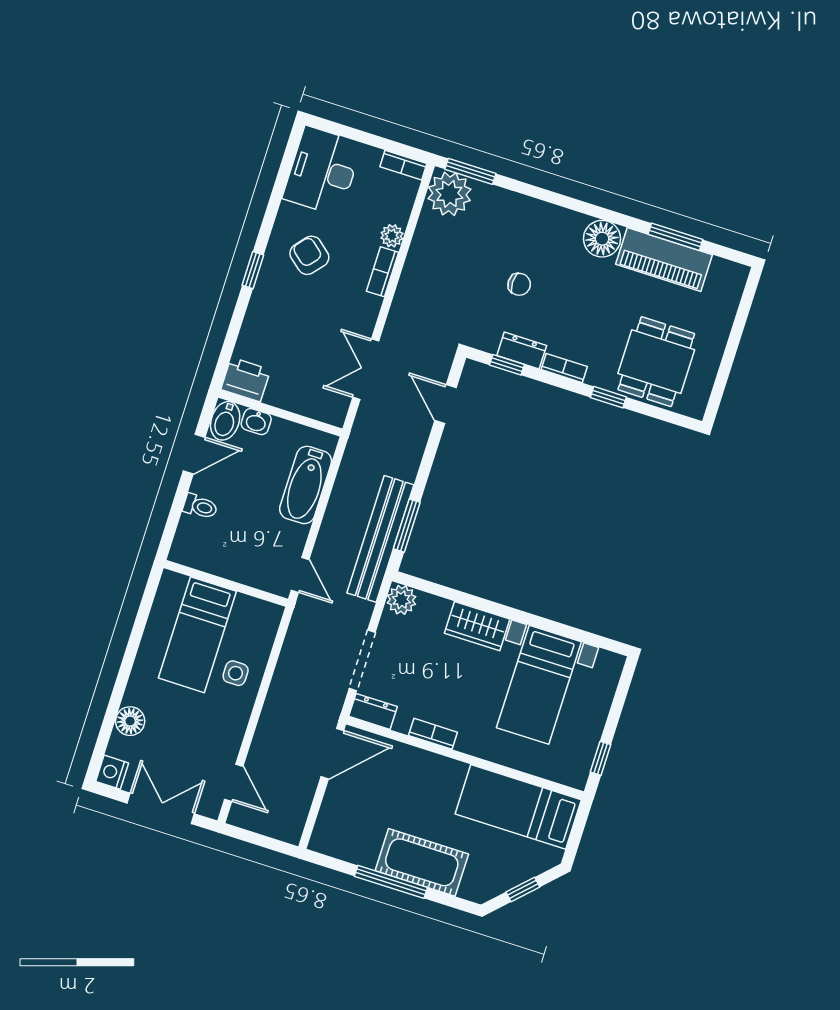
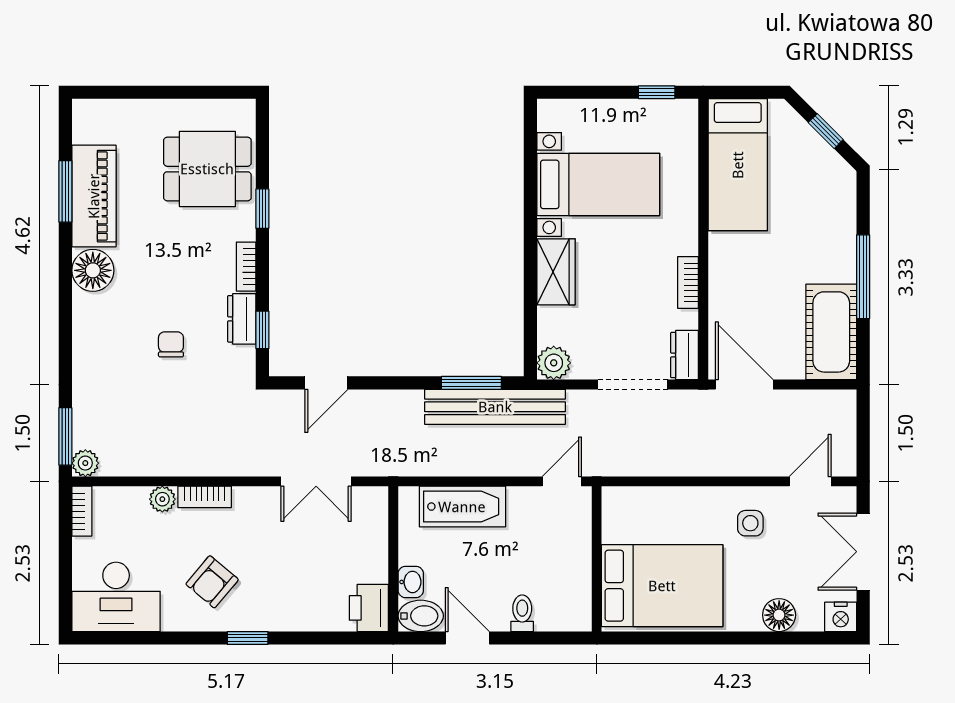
plant: (449, 194) -> (85, 463), width x0.53, depth x0.53
bed: (197, 635) -> (662, 586), width x1.50
side table: (236, 673) -> (750, 523), moved
cot: (422, 862) -> (831, 332), moved

